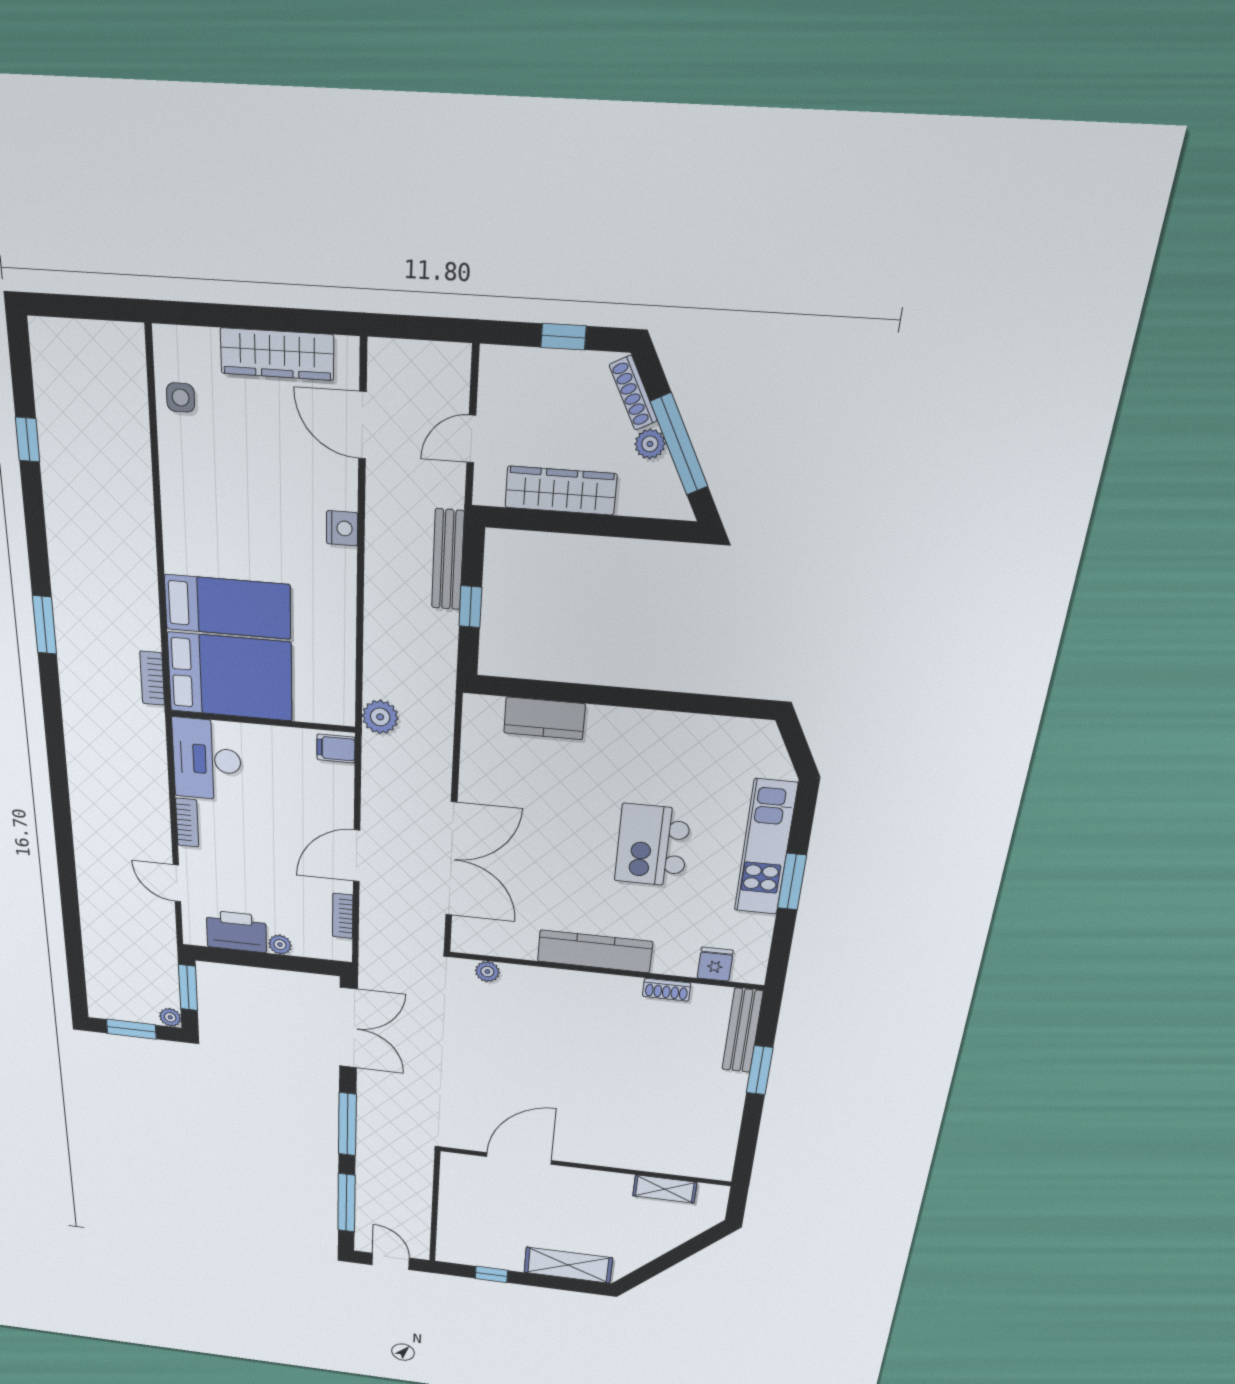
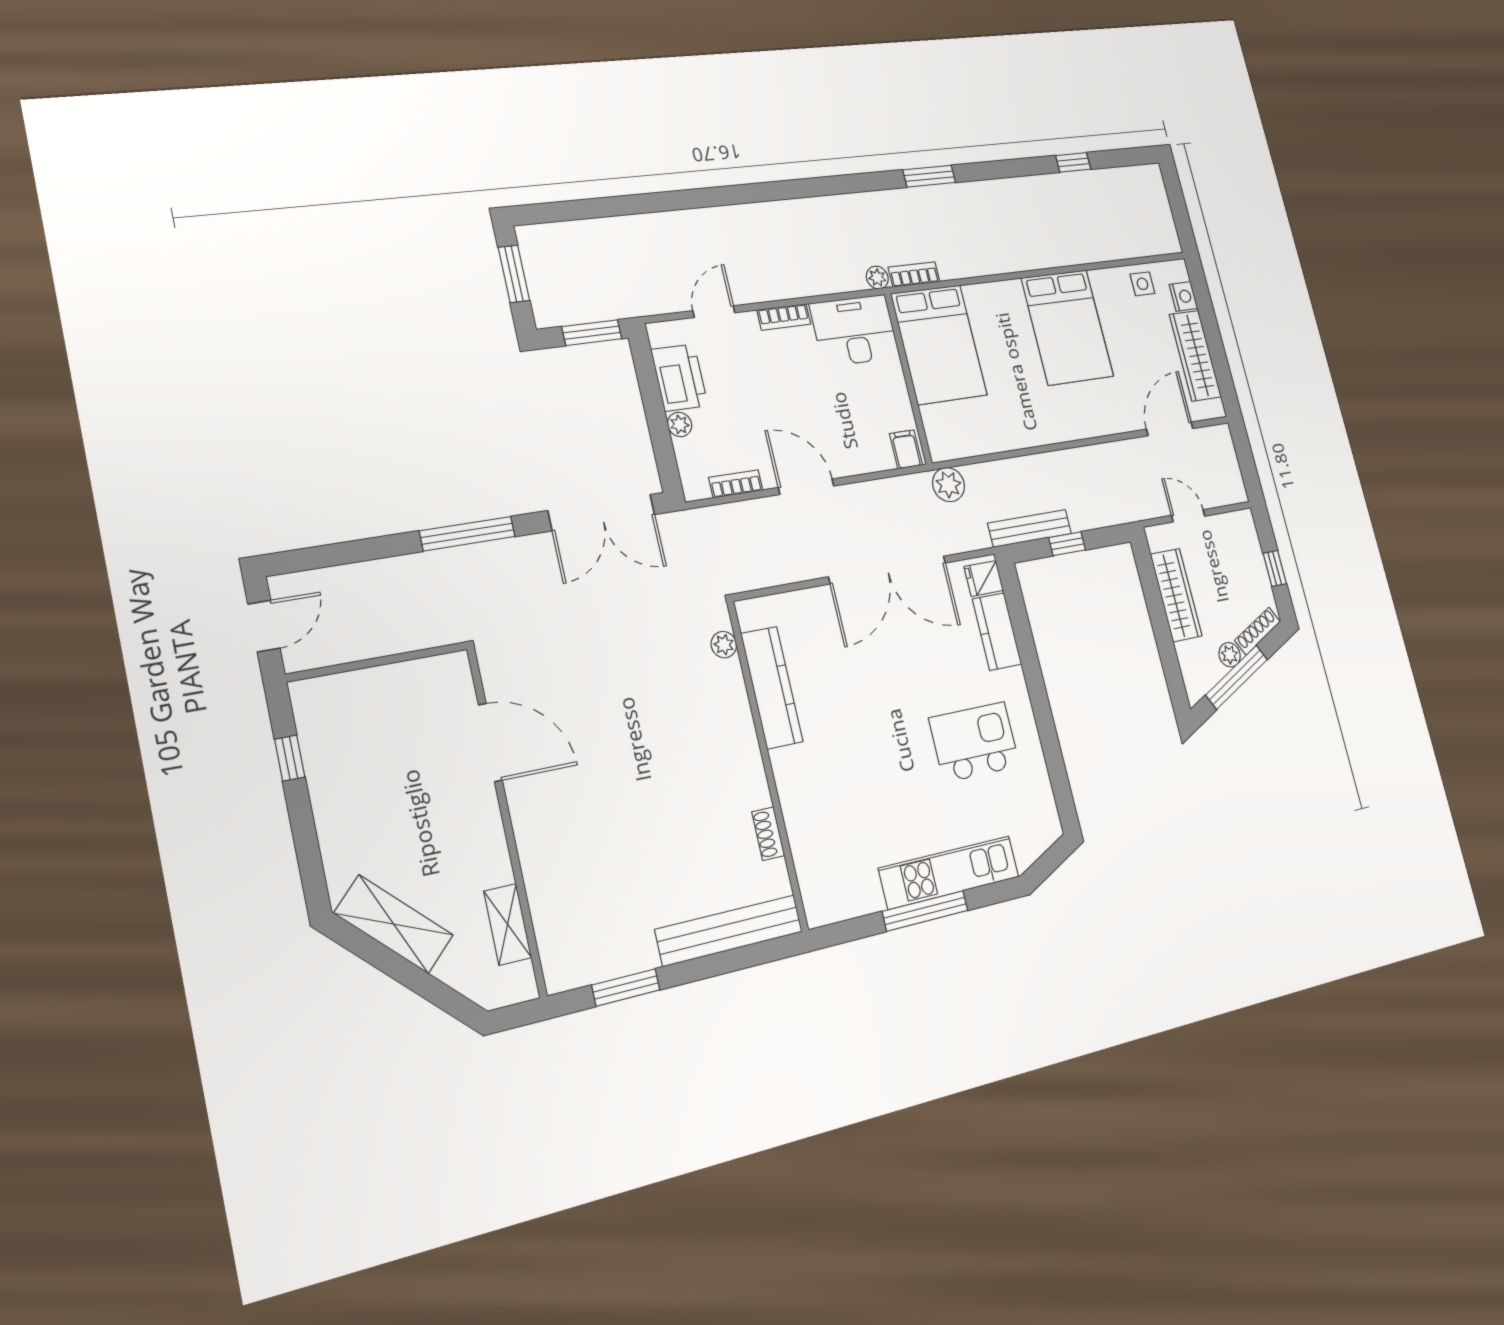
nightstand: (342, 528) -> (1183, 296), moved, turned -90
bench: (448, 560) -> (1030, 528), moved
bed: (228, 607) -> (1067, 327), moved, width x1.50
kitchen island: (652, 845) -> (974, 742), moved
double door: (451, 859) -> (888, 570), moved
window: (792, 882) -> (925, 911), width x1.44
kitchen counter: (595, 951) -> (772, 688), moved
fridge: (715, 964) -> (984, 578), moved, turned 180
plant: (170, 1017) -> (877, 278), moved
bench: (742, 1031) -> (729, 931), width x1.37, depth x1.21
window: (760, 1070) -> (626, 988), moved
window: (346, 1203) -> (344, 553), removed
shelving: (568, 1265) -> (394, 924), moved, turned -45

